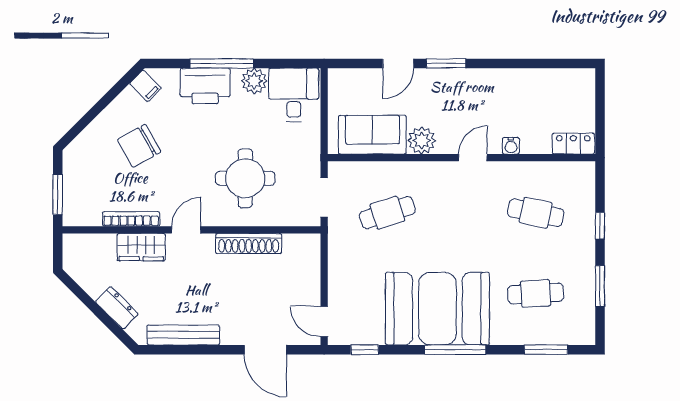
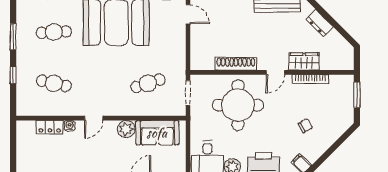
locker: (573, 144) -> (50, 127), moved
chair: (139, 146) -> (305, 126), width x0.54, depth x0.54
round table: (245, 178) -> (238, 105), width x1.36, depth x1.36

